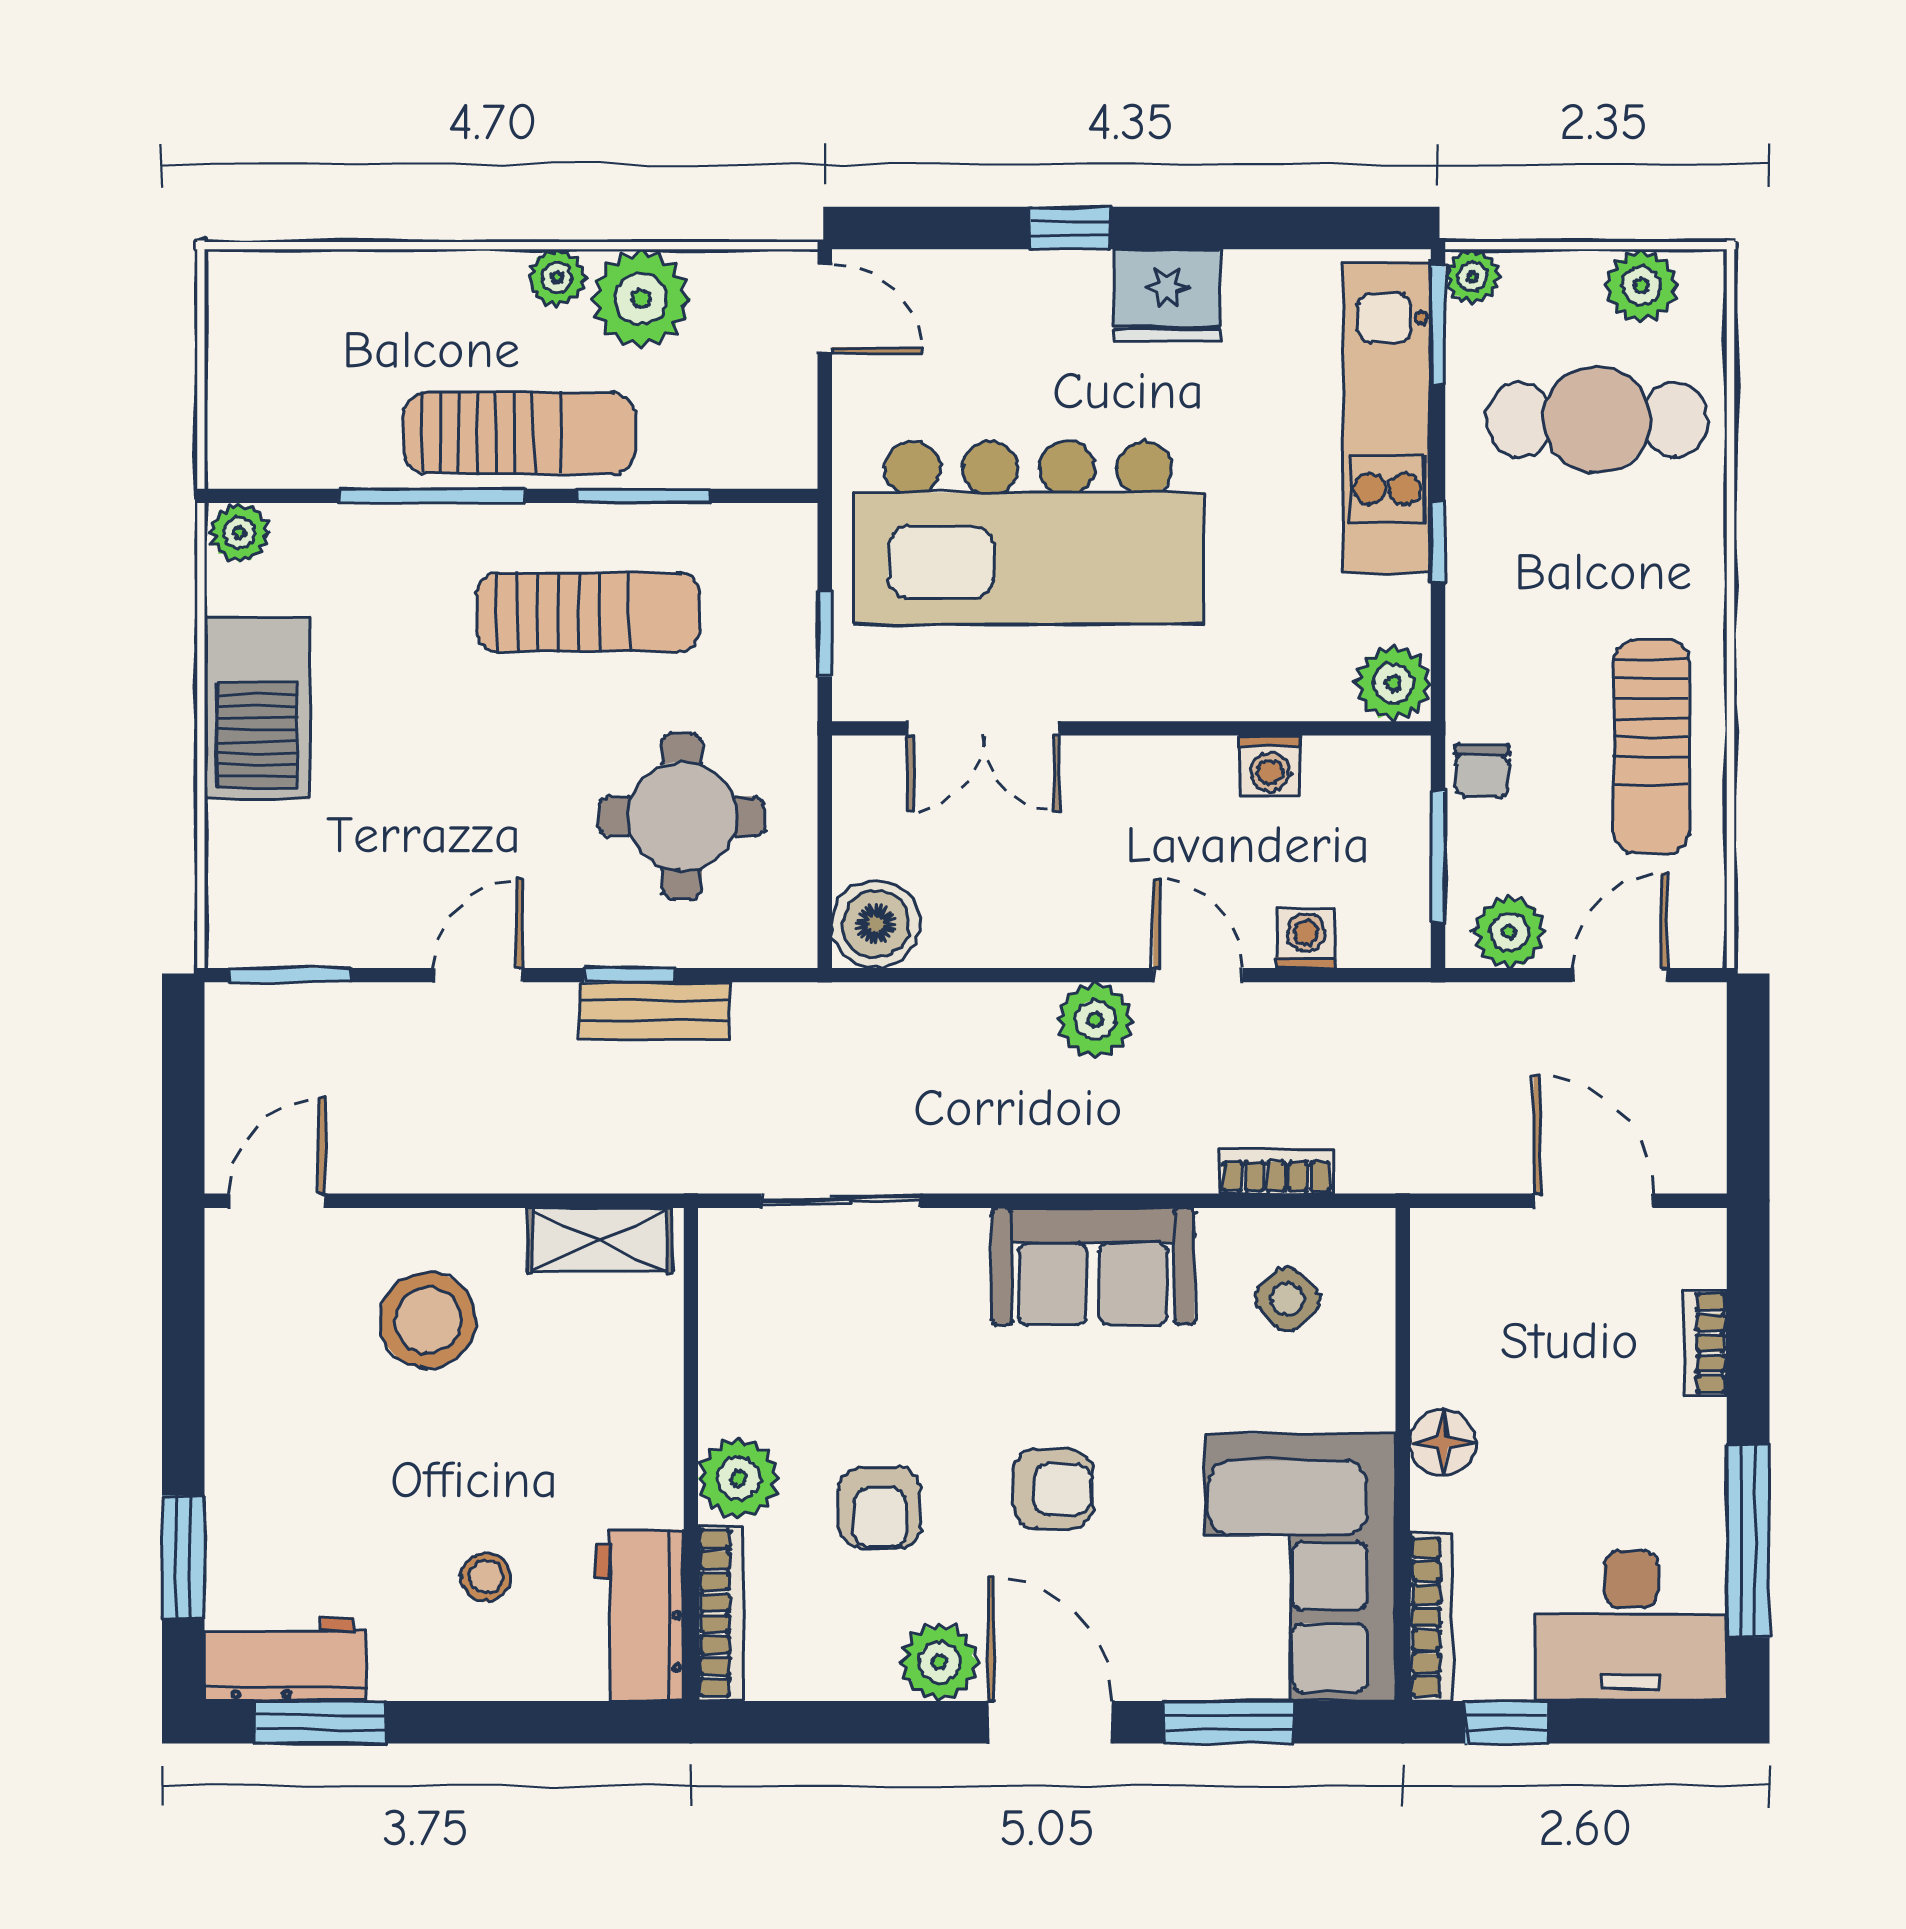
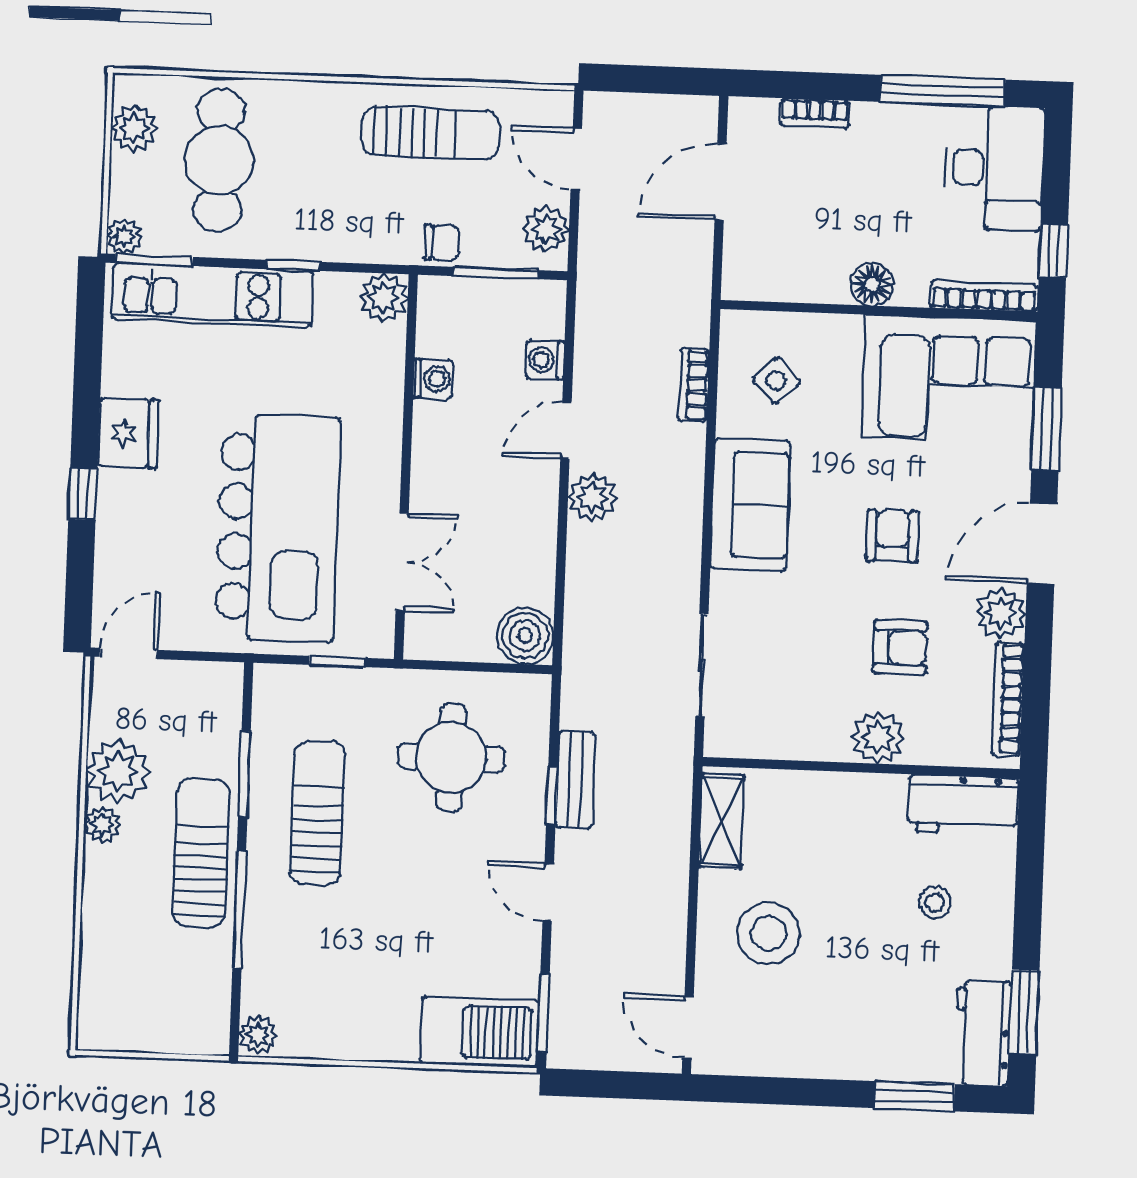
barbecue: (257, 708) -> (480, 1032), moved
bookcase: (720, 1613) -> (1008, 699), moved, turned -90

